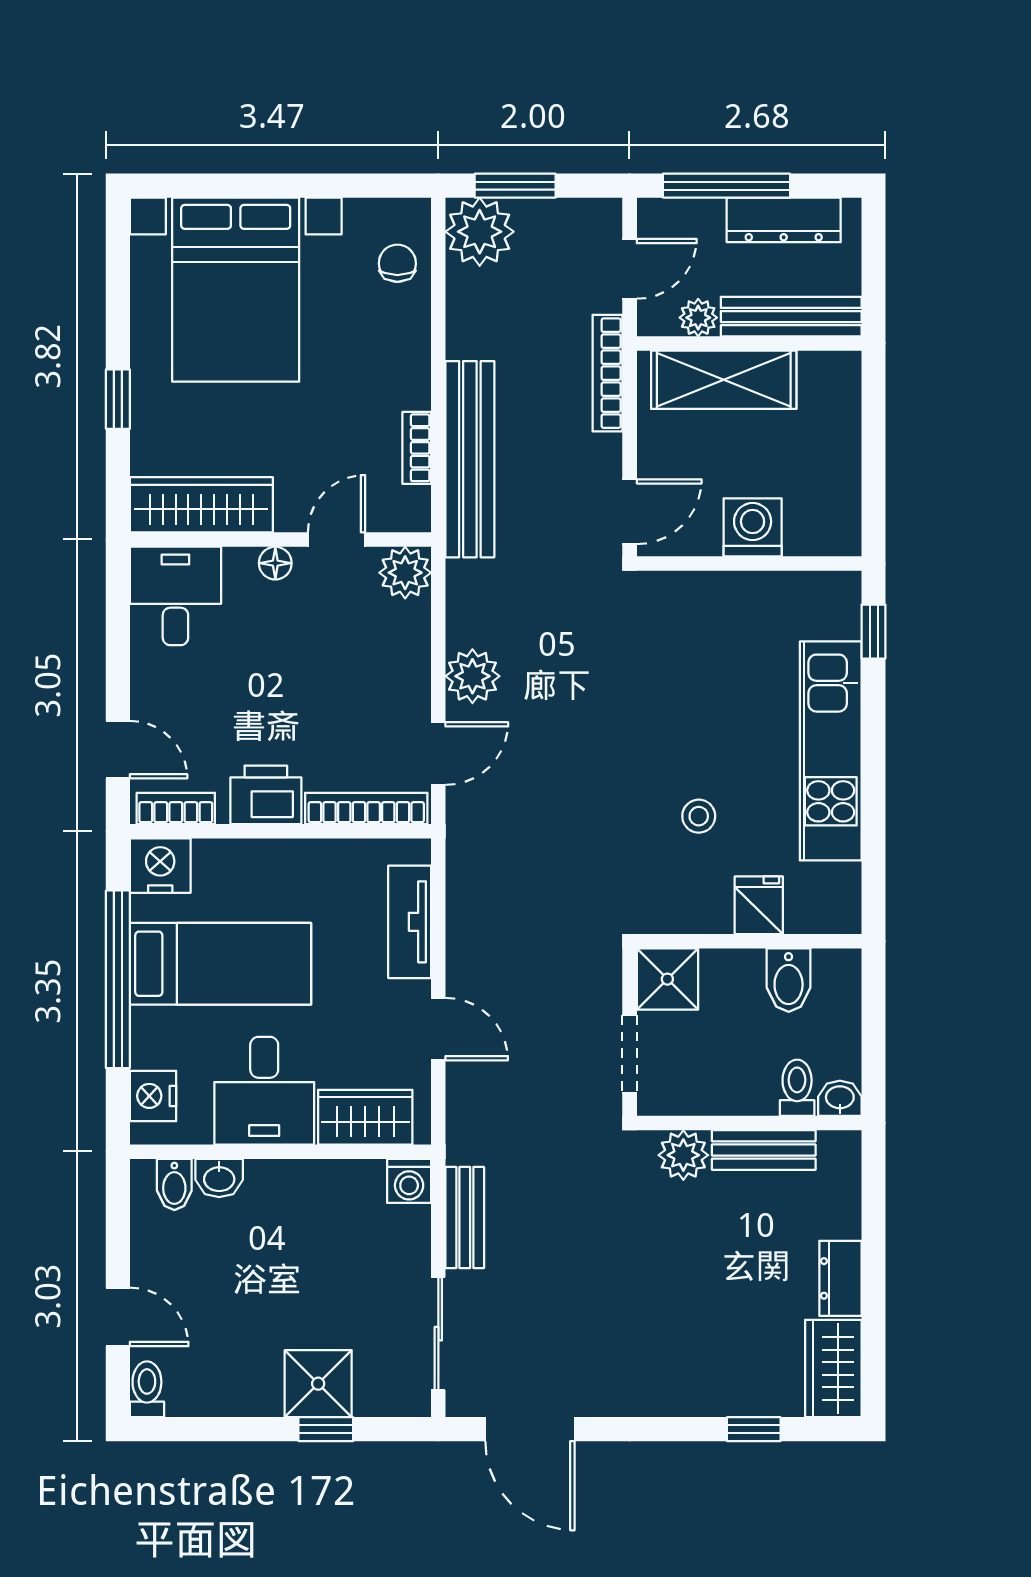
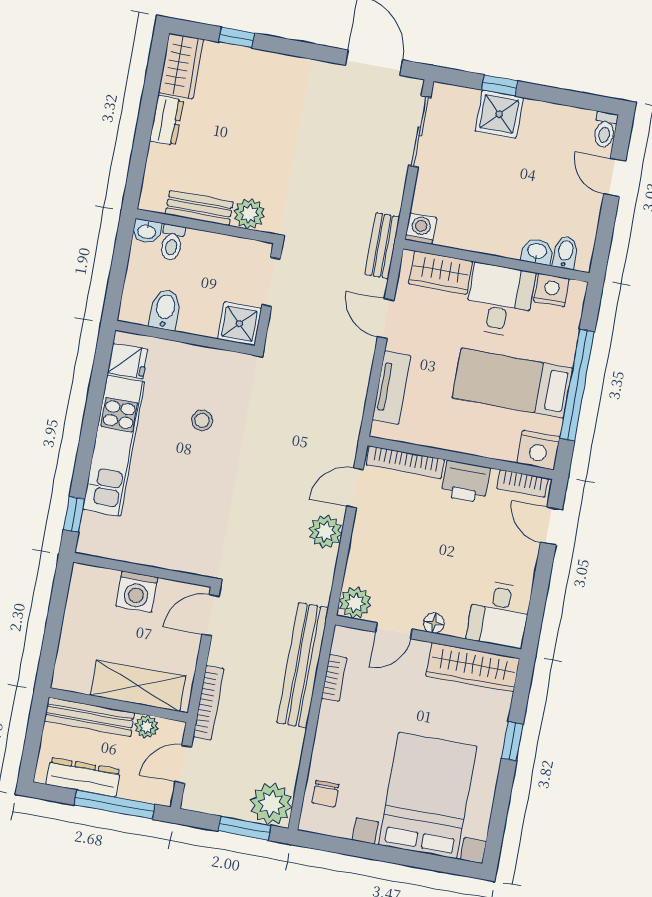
fridge: (759, 905) -> (128, 361), moved, turned -90
nightstand: (153, 1096) -> (552, 290), moved, turned -90
bench: (465, 1217) -> (382, 246), moved

